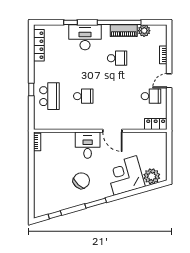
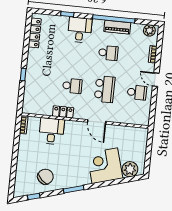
plant: (144, 31) -> (149, 30), moved
desk: (85, 37) -> (80, 30), width x0.73
door: (169, 81) -> (156, 80), hinge flipped
school desk: (49, 96) -> (105, 89), moved
locker: (156, 124) -> (63, 112), moved
desk: (88, 145) -> (52, 131), moved
chair: (81, 181) -> (45, 177), moved

